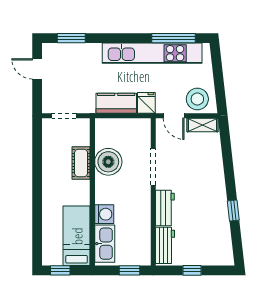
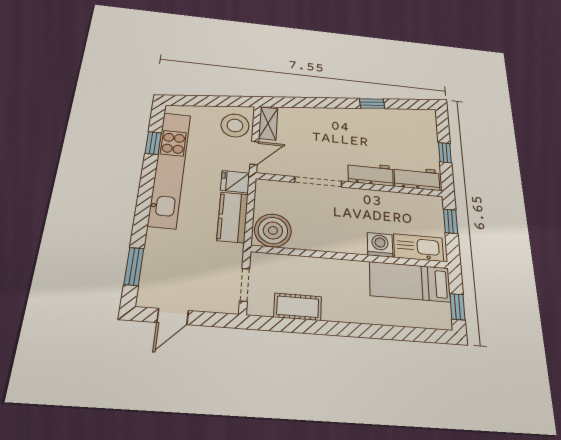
window: (173, 38) -> (153, 143), width x0.46
boiler: (108, 162) -> (273, 230), moved
cot: (81, 163) -> (298, 307), moved

